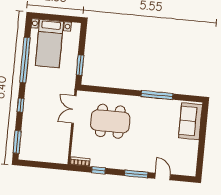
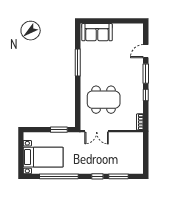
dining table: (110, 121) -> (104, 100), turned 90
window: (17, 142) -> (118, 176), moved
window: (99, 170) -> (146, 95), moved

